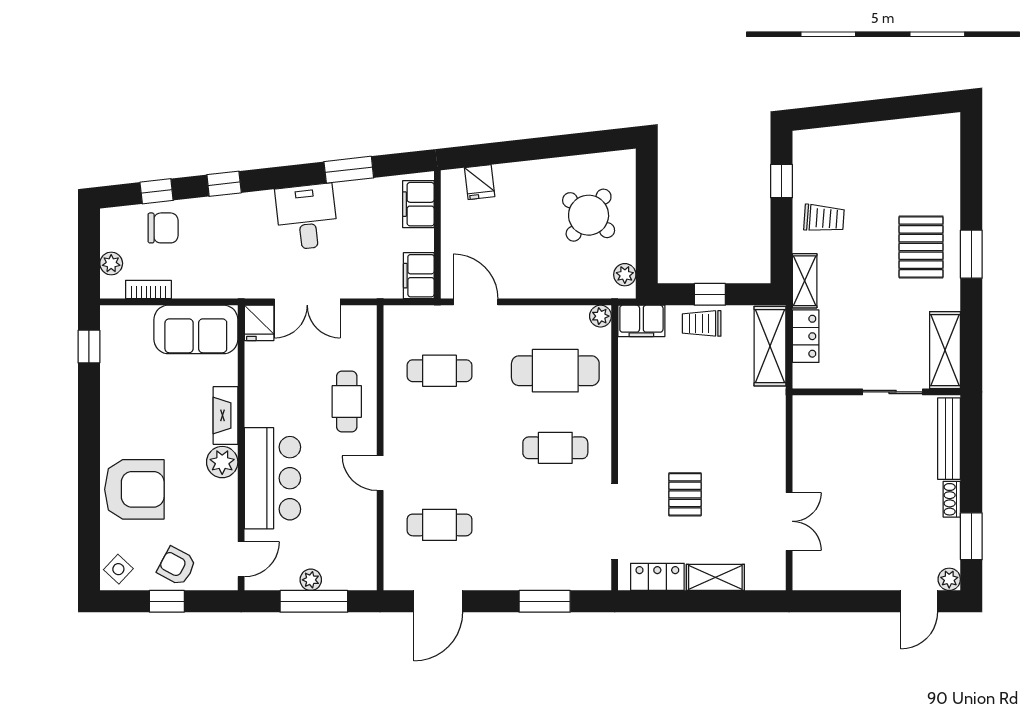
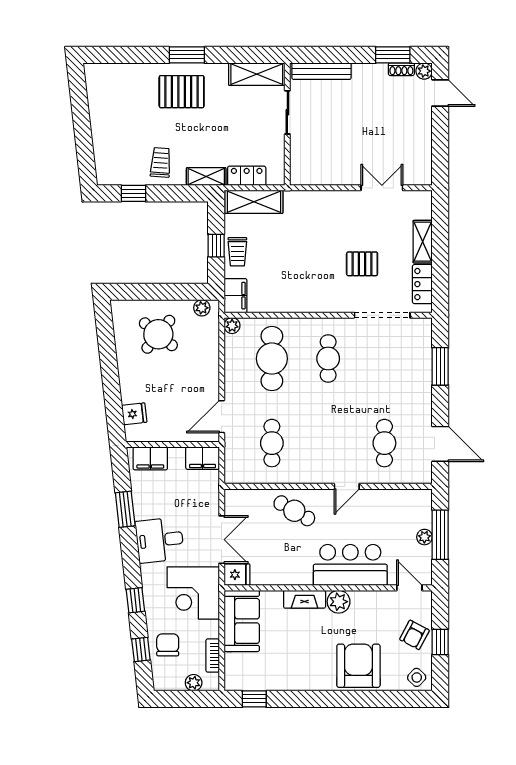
corner desk: (234, 263) -> (193, 593), added
cafe table: (347, 401) -> (294, 511), turned 30
shoe rack: (952, 499) -> (401, 69), moved

